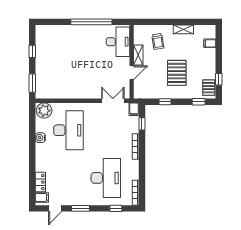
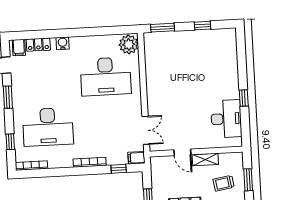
window: (91, 22) -> (244, 98), width x0.32
window: (156, 22) -> (248, 180), added
desk: (118, 42) -> (226, 119), moved, turned -90
water cooler: (40, 138) -> (63, 43), moved

